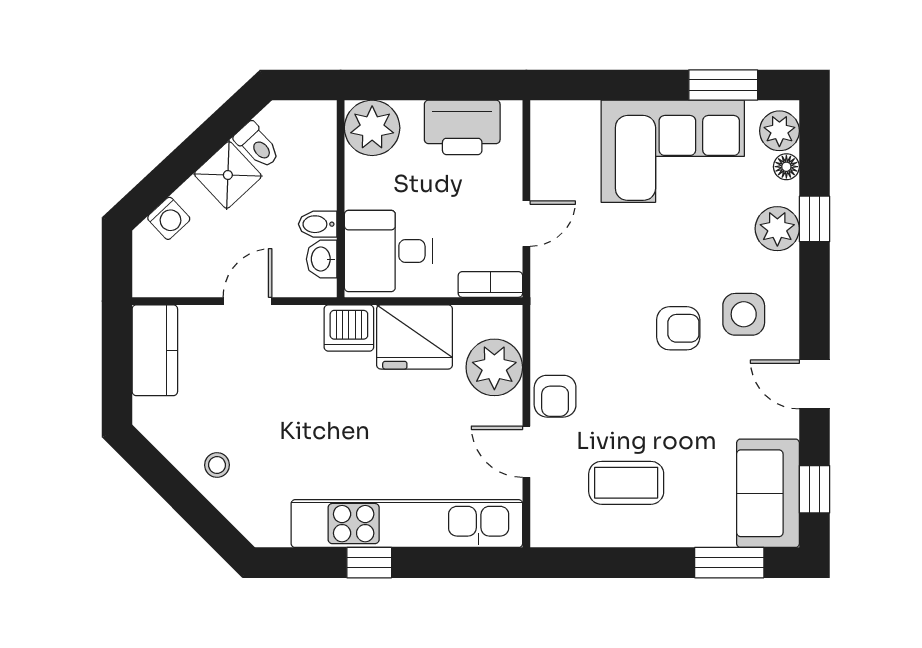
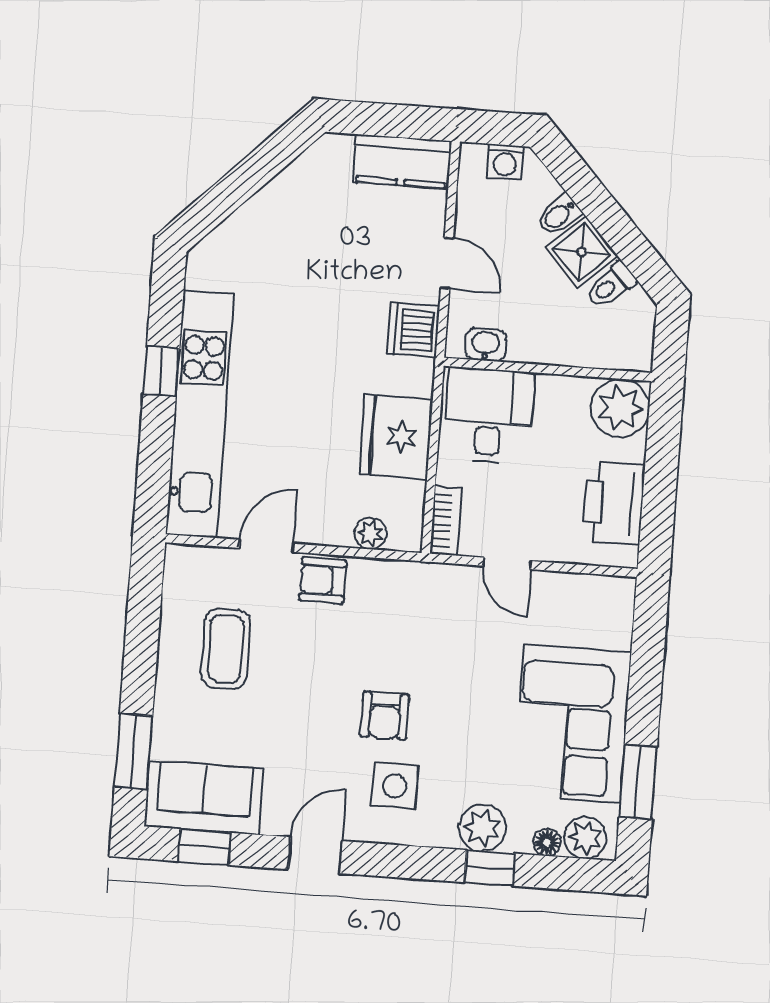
washing machine: (169, 218) -> (505, 162), moved, turned -47
bidet: (318, 224) -> (559, 215), moved, turned -133
dishwasher: (349, 328) -> (413, 330), moved
plant: (494, 367) -> (371, 533), width x0.53, depth x0.53
stool: (217, 465) -> (276, 218), removed

